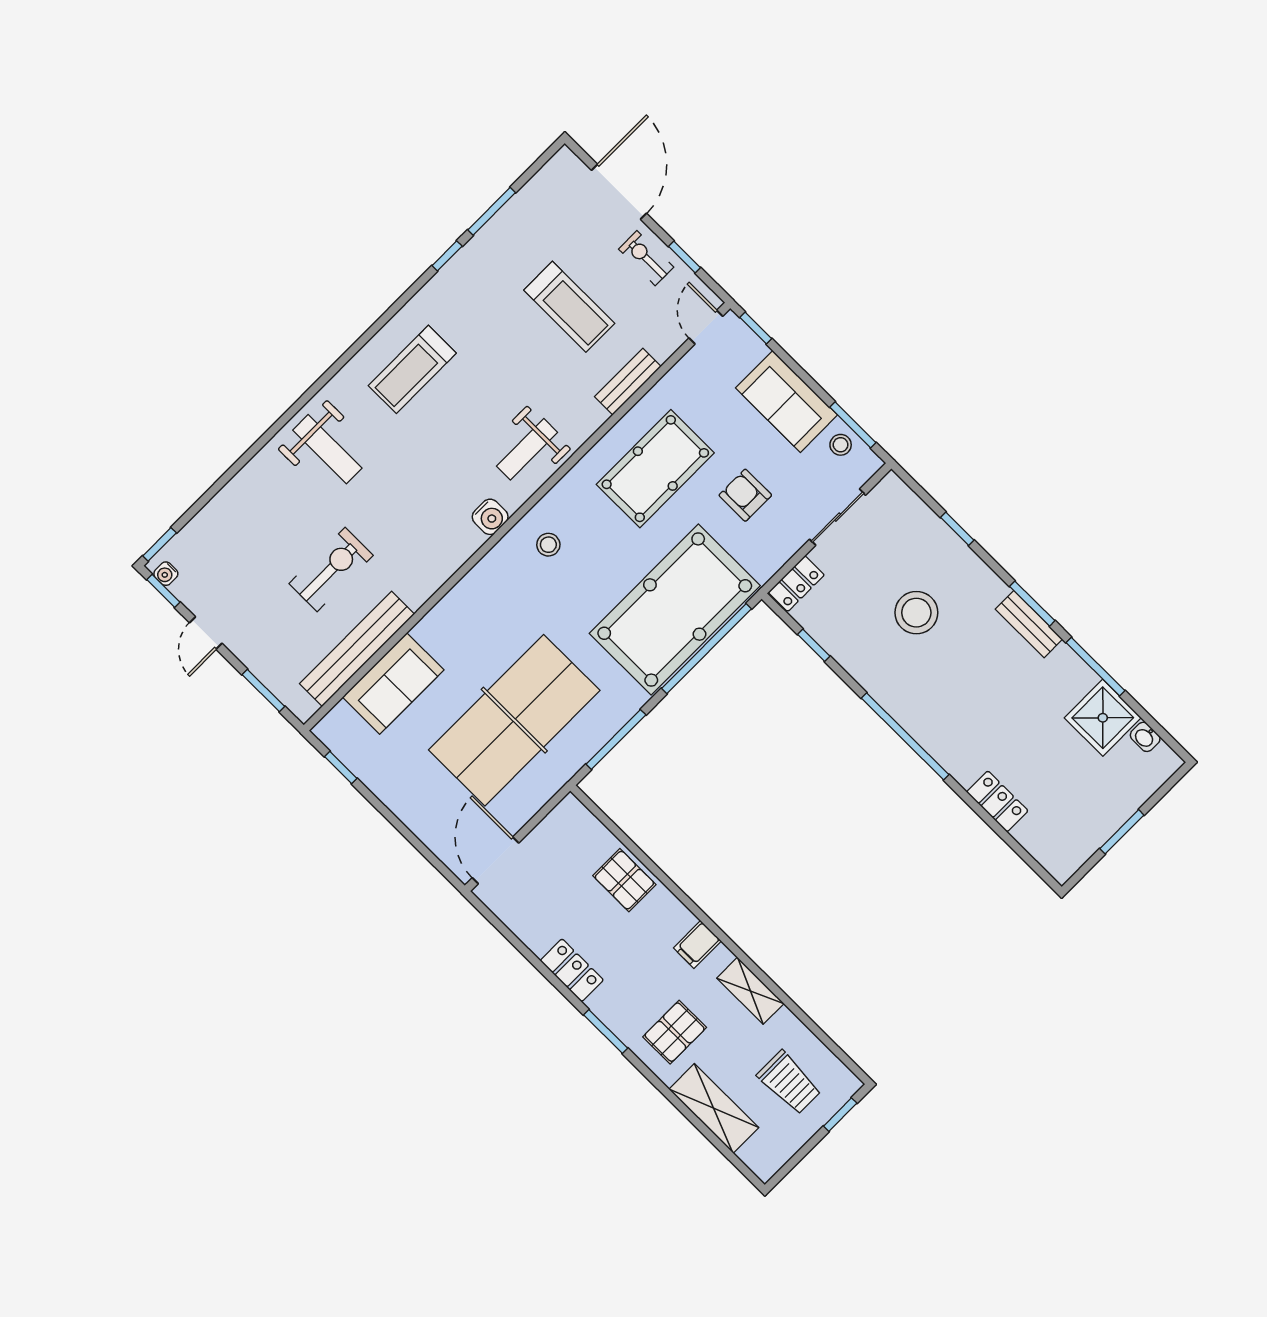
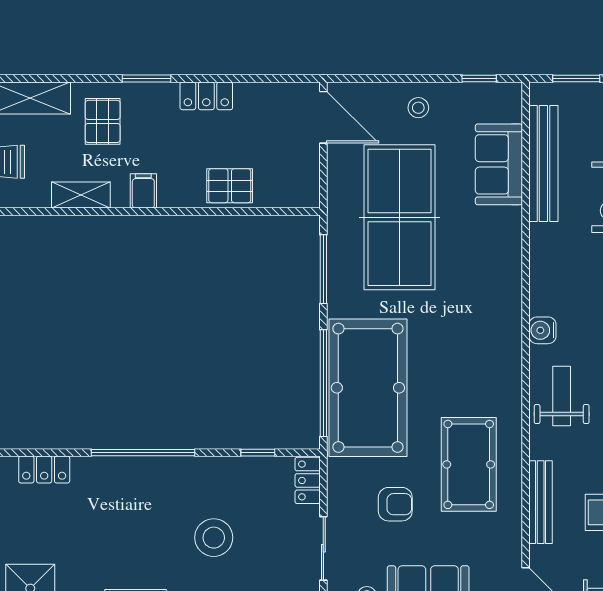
bench: (628, 382) -> (541, 502), width x1.36
stool: (548, 545) -> (418, 108), moved

